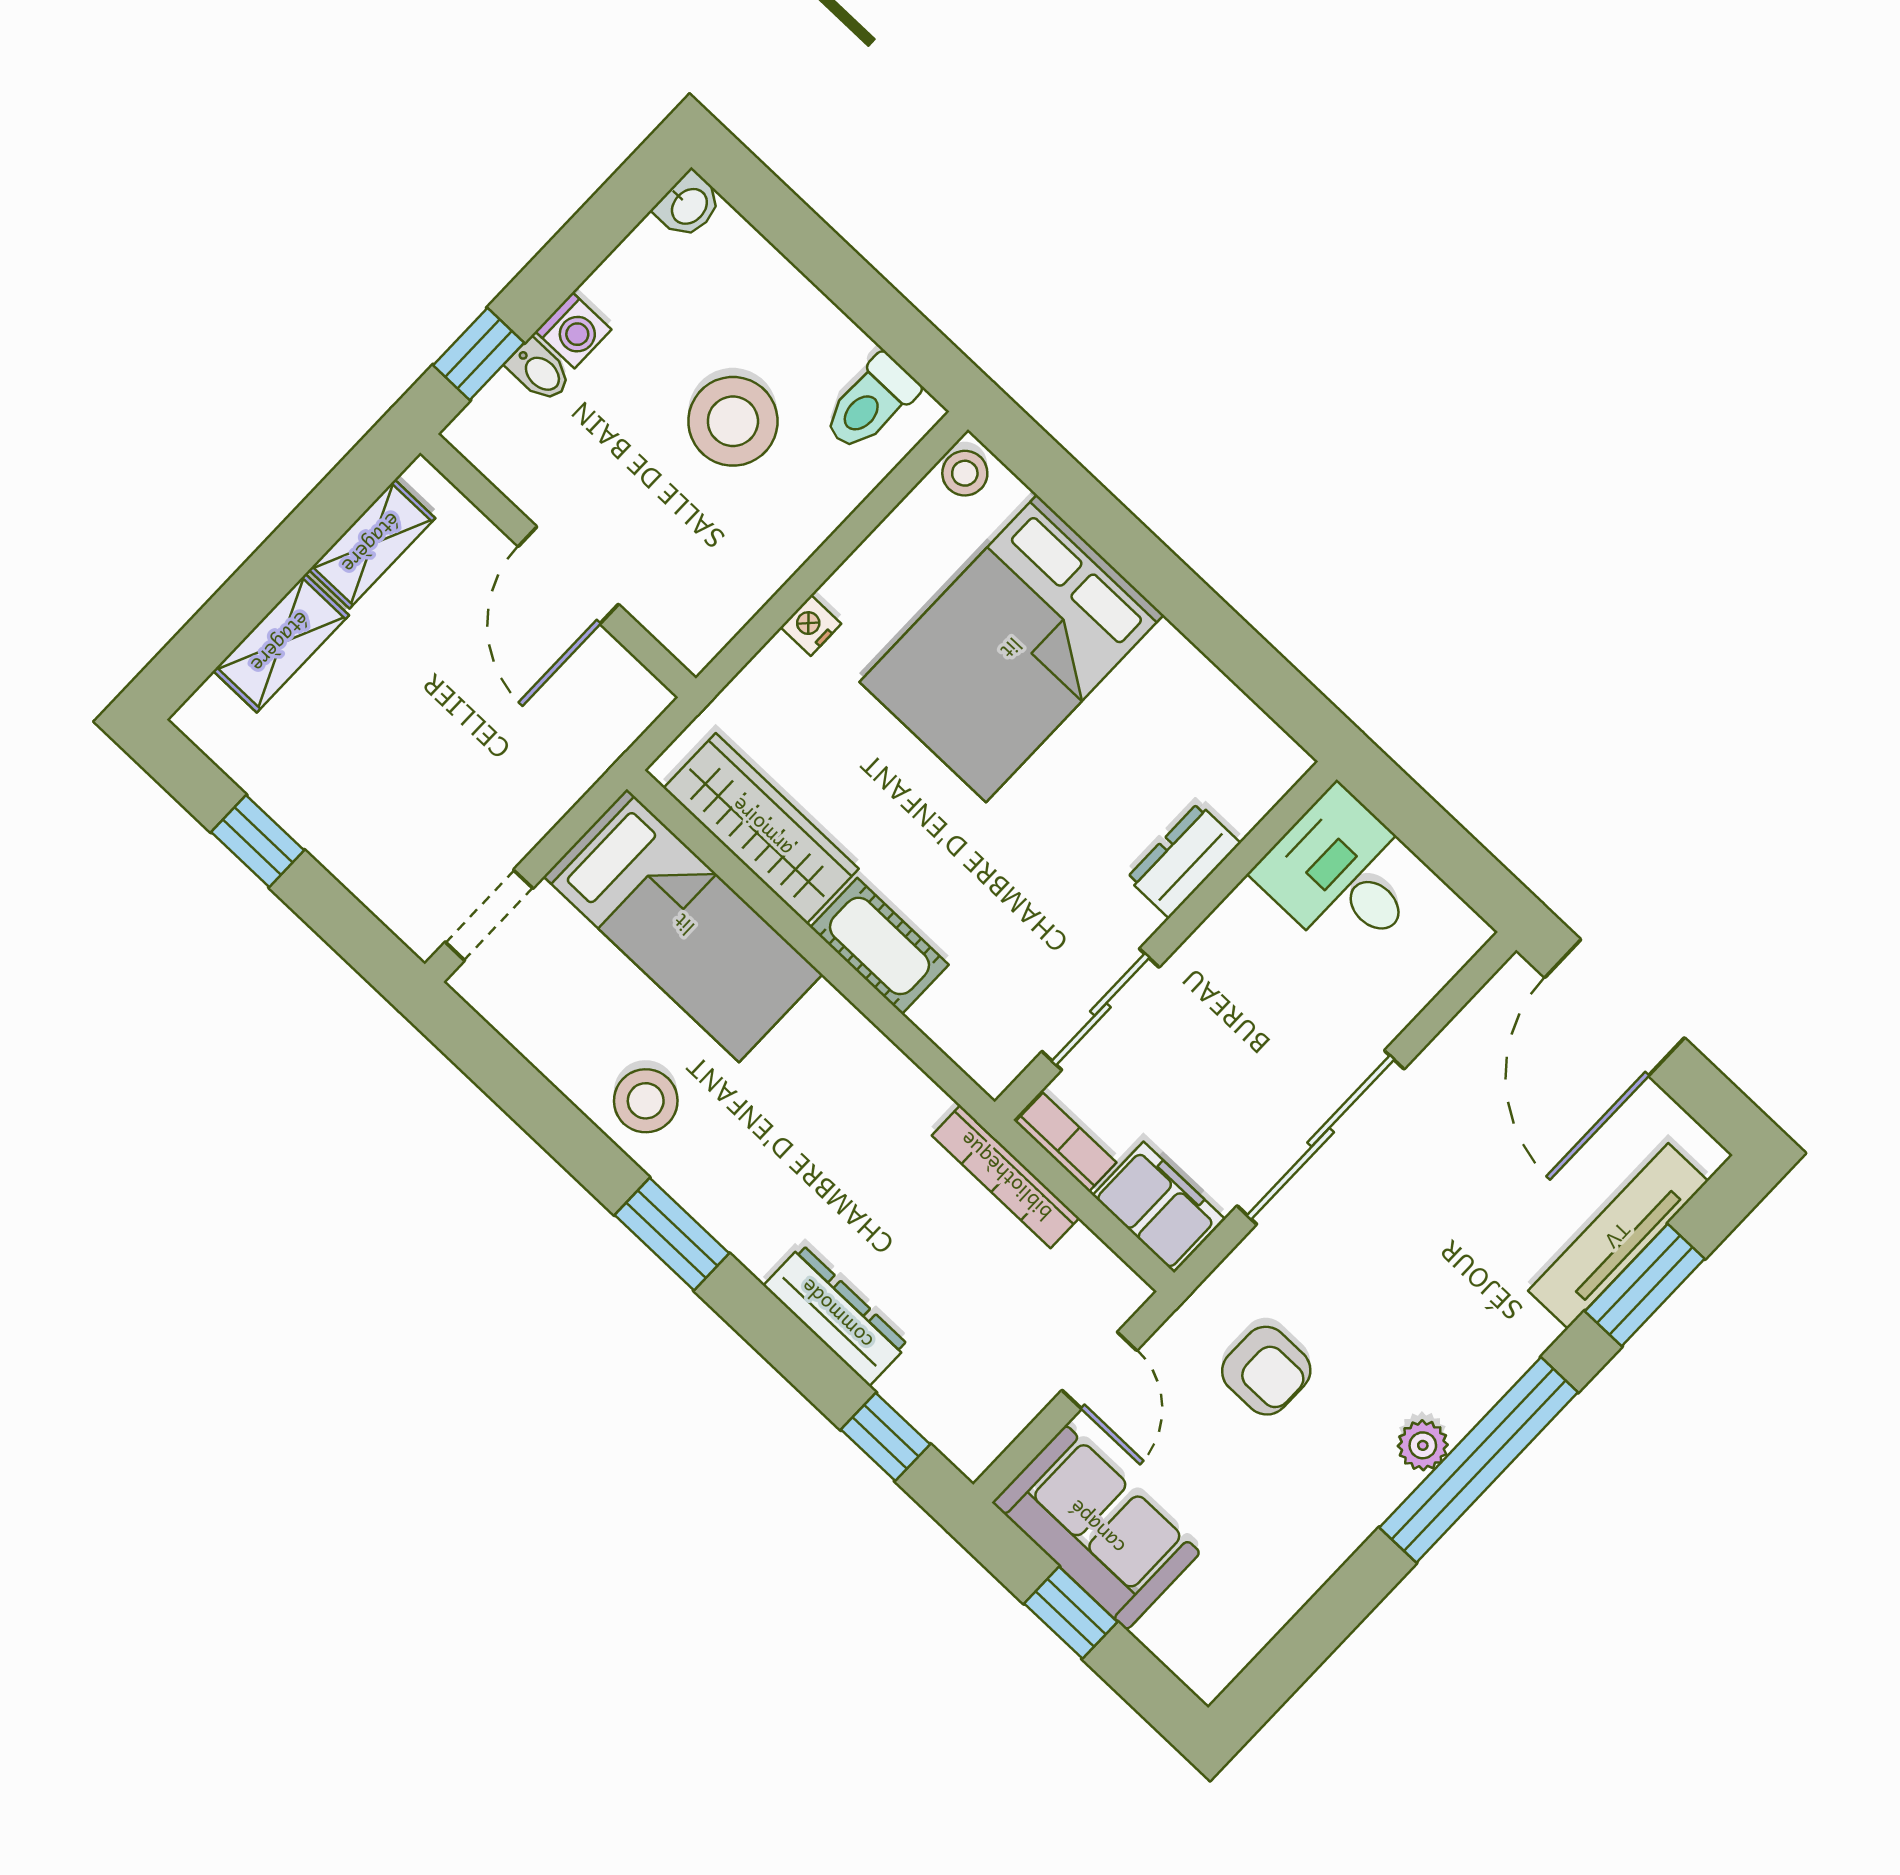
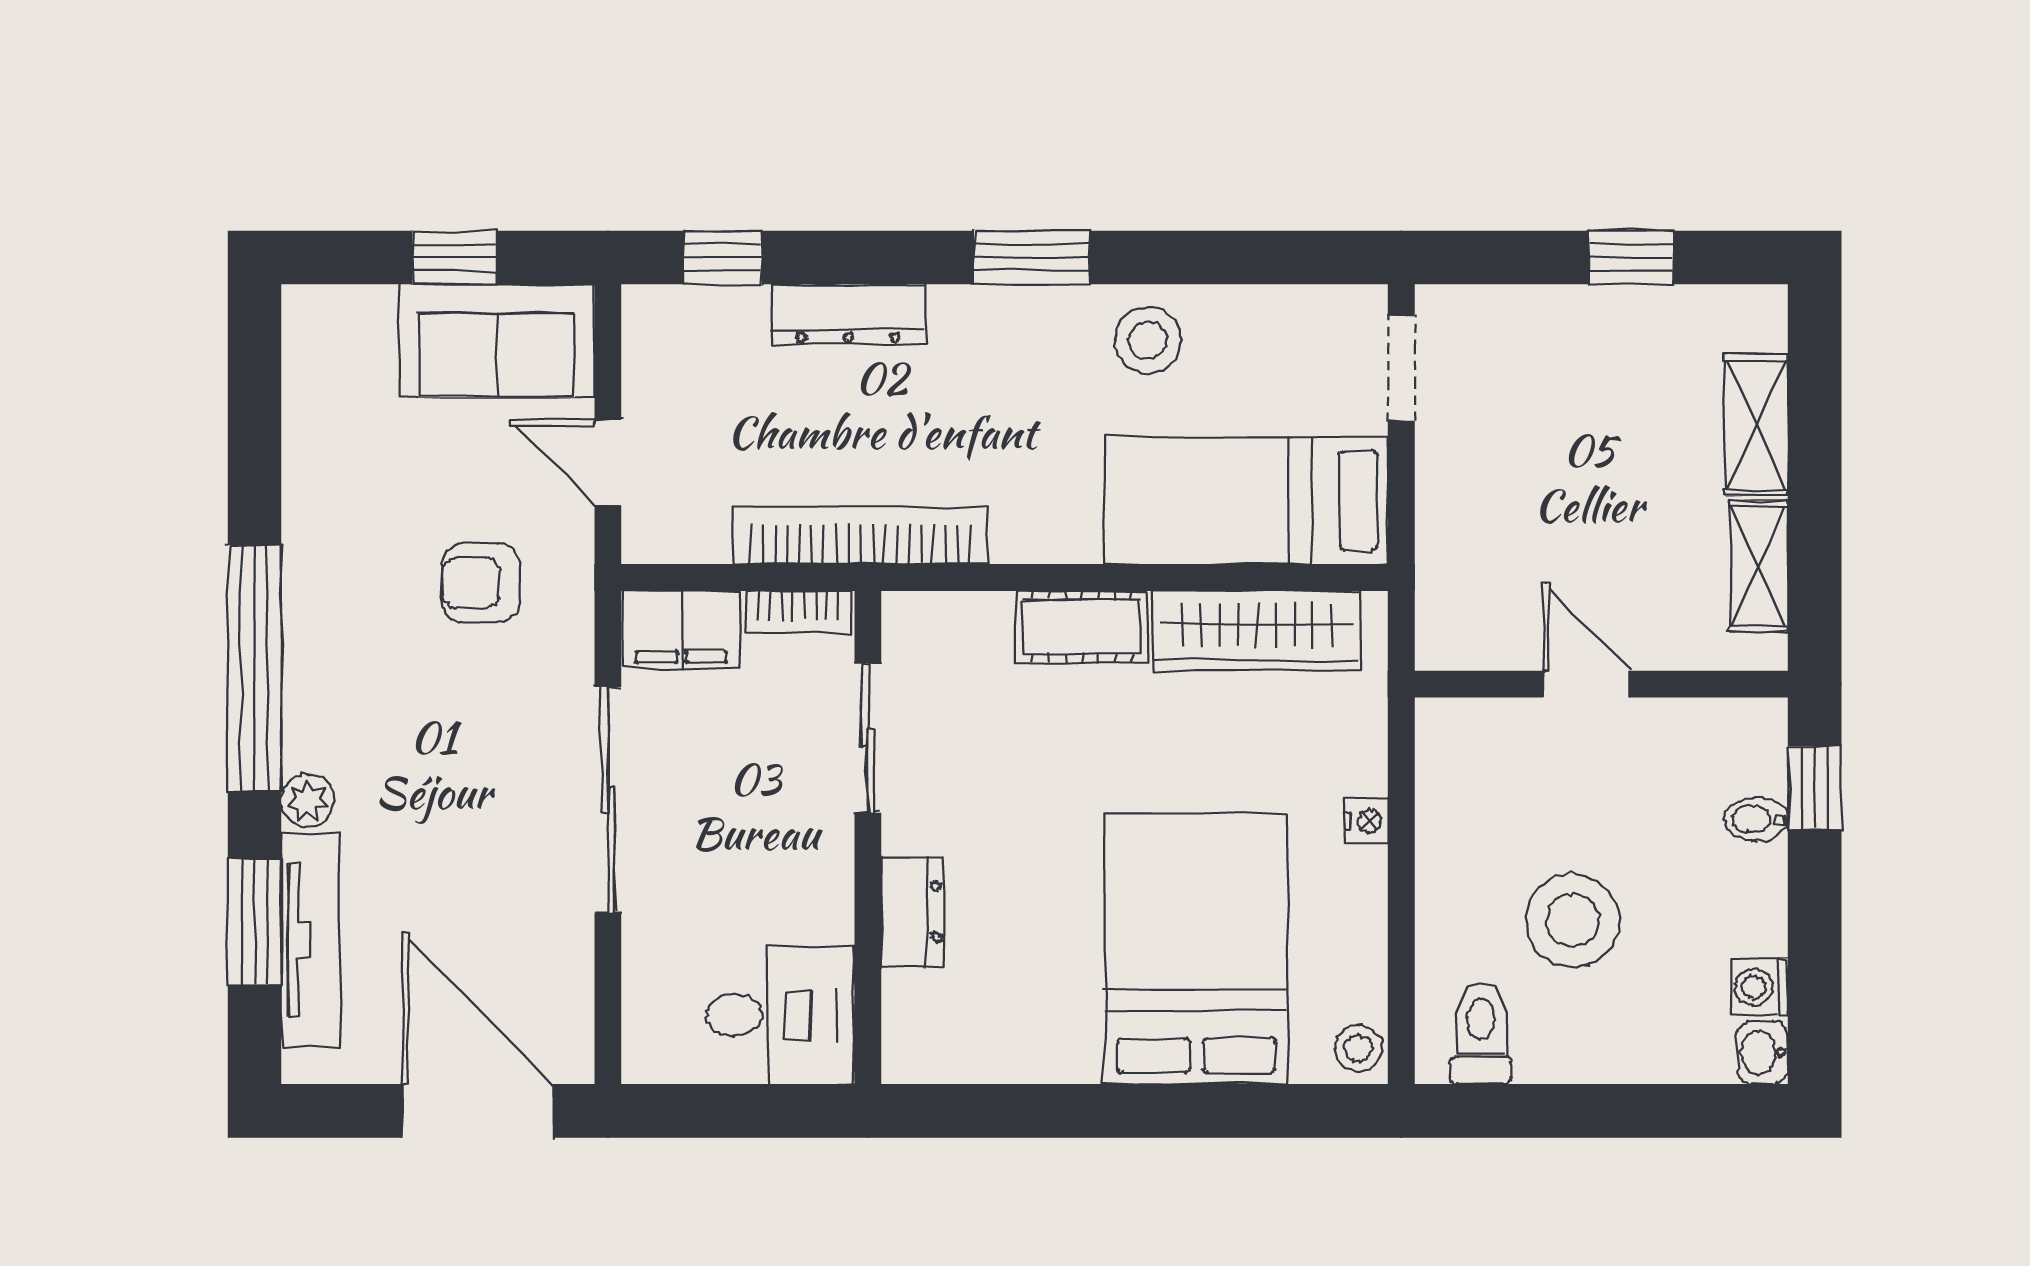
washing machine: (573, 330) -> (1759, 987), moved
door: (568, 575) -> (1586, 684), width x0.73
bookcase: (1005, 1177) -> (861, 535), width x1.48, depth x1.31
plant: (1423, 1445) -> (308, 801), moved

